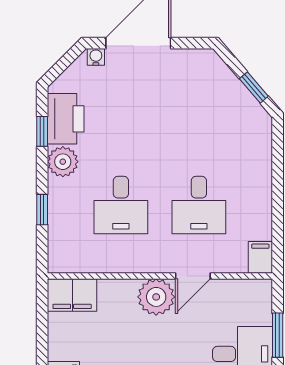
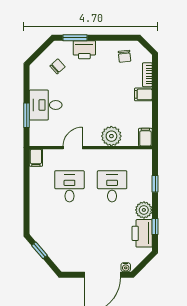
filing cabinet: (72, 295) -> (145, 137), width x0.50
plant: (156, 297) -> (111, 136), moved

